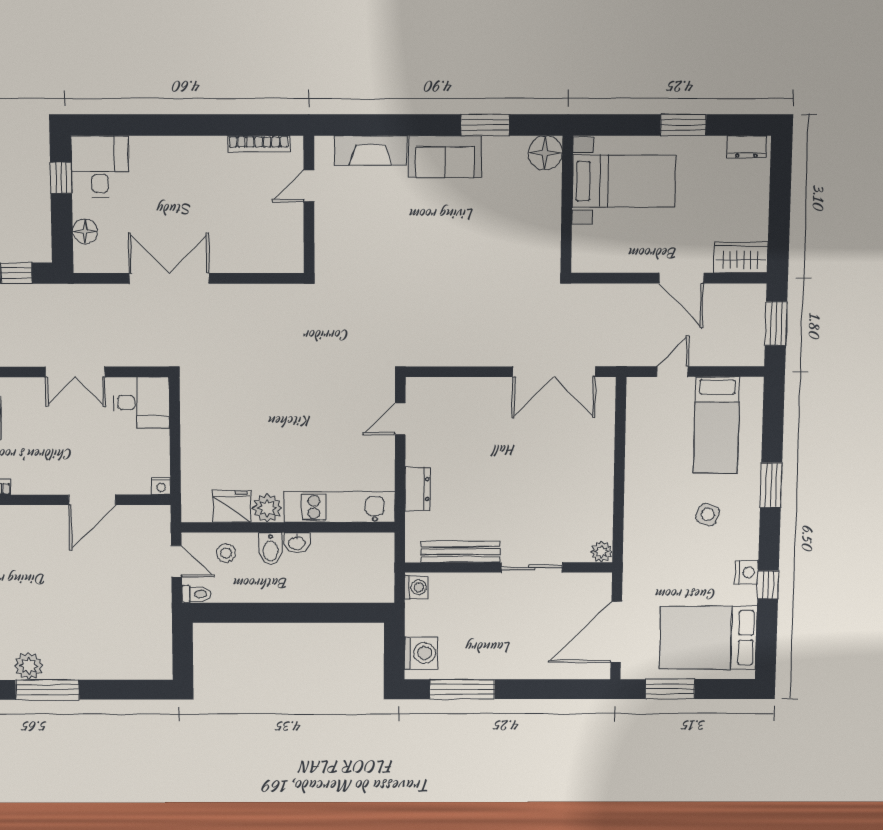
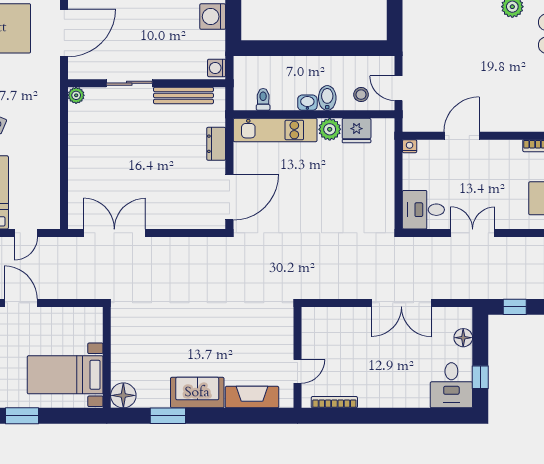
door: (400, 419) -> (229, 197), width x1.87
toilet: (197, 594) -> (263, 99), moved, turned 90

